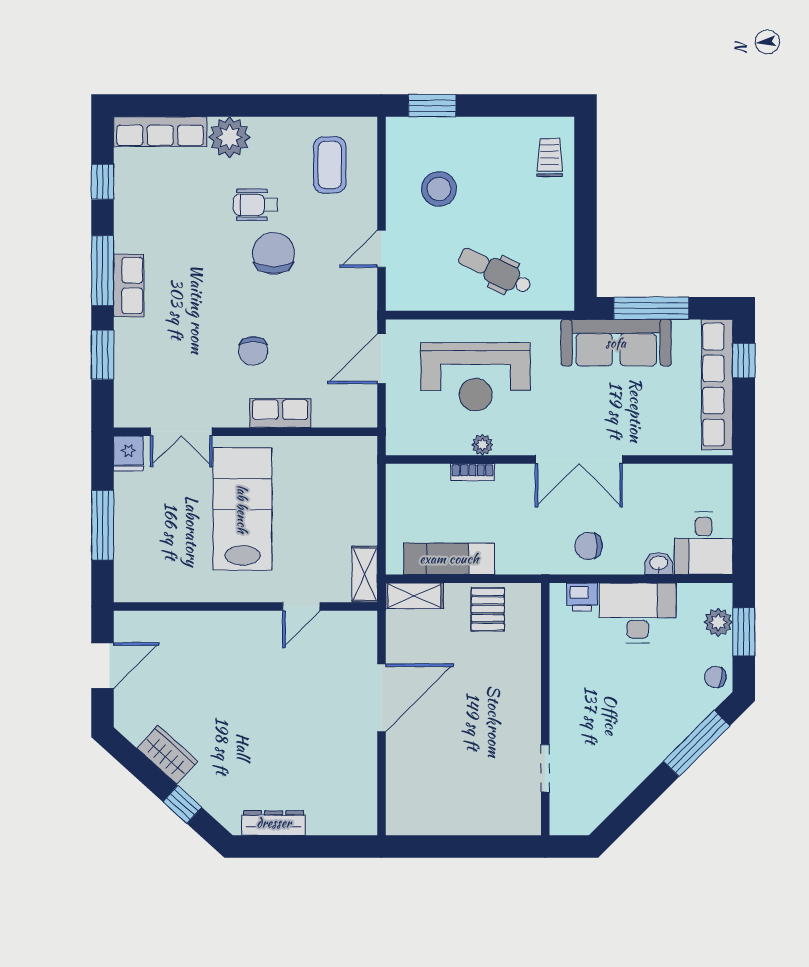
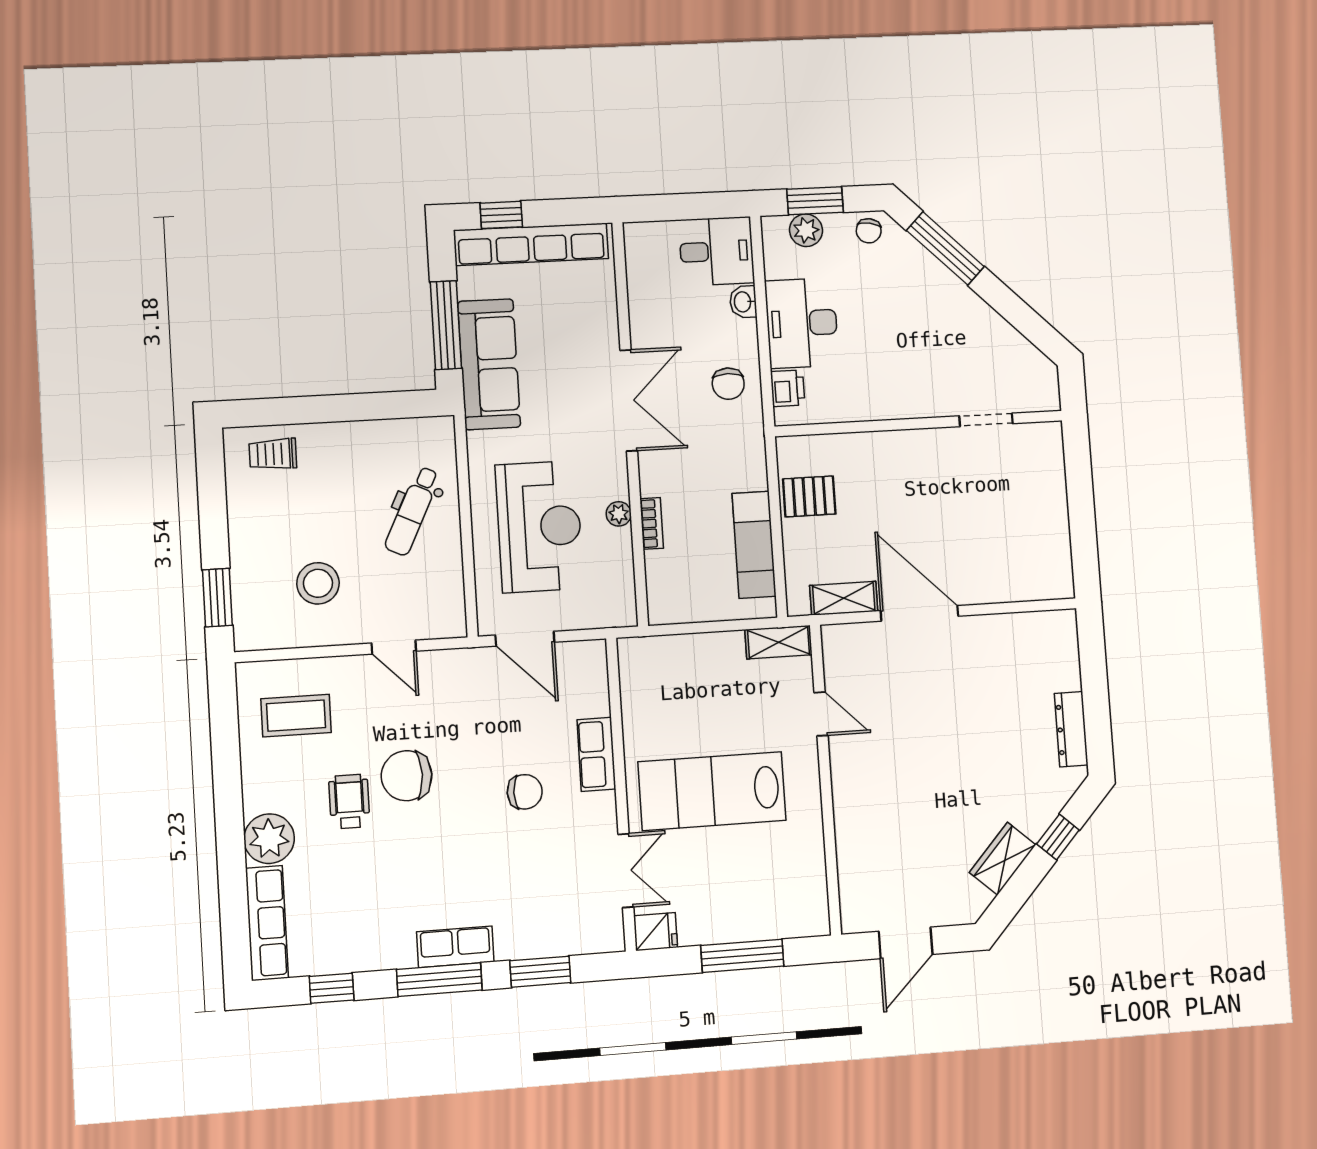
wheelchair: (255, 205) -> (349, 801), turned 180
shelving: (414, 596) -> (844, 598), moved, turned 90
door: (103, 666) -> (906, 943), swing flipped

